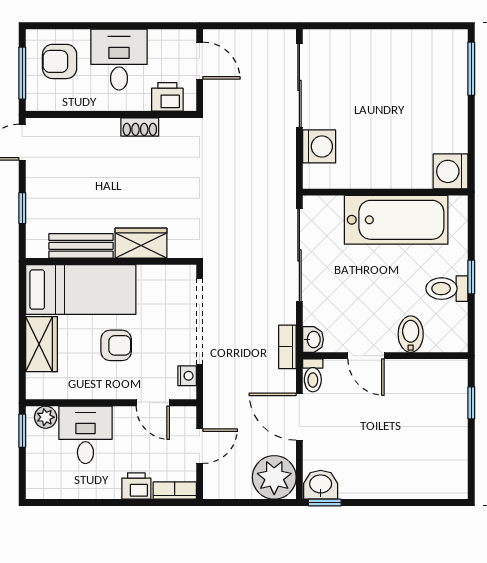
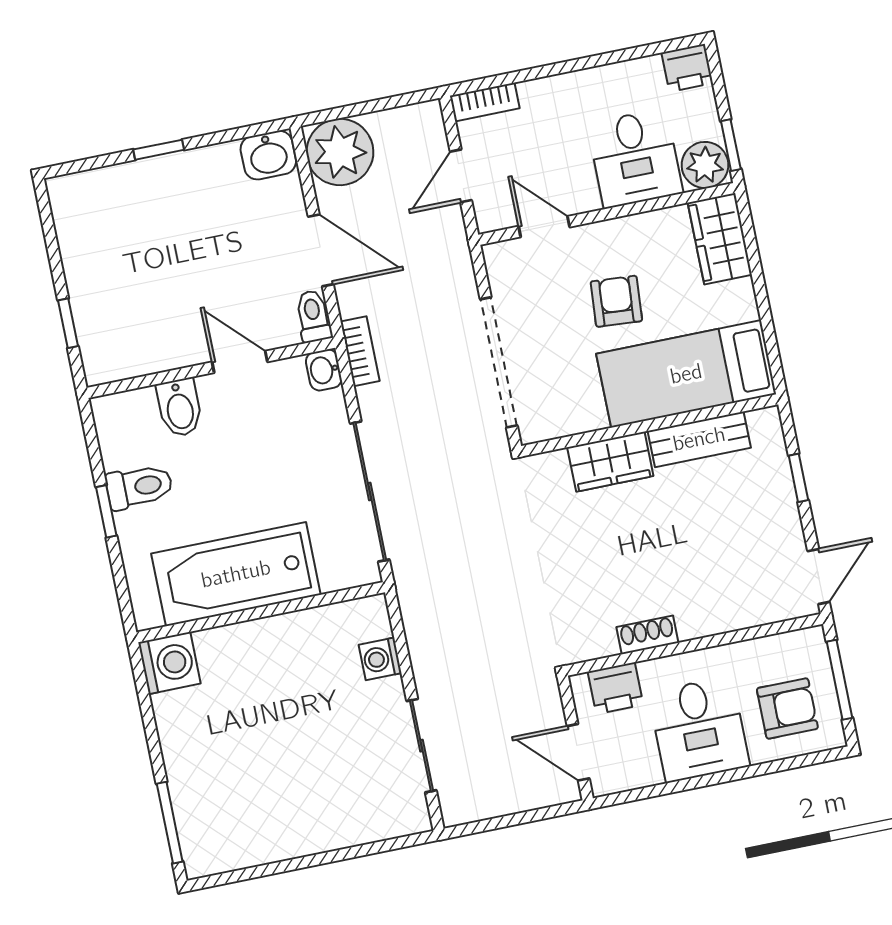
sliding door: (299, 85) -> (421, 746), width x0.73
washing machine: (319, 146) -> (380, 659), width x0.73, depth x0.73
wardrobe: (41, 344) -> (720, 239), moved
armchair: (116, 345) -> (616, 301), turned 94
nightstand: (187, 376) -> (501, 277), removed
plant: (46, 417) -> (705, 165), width x1.38, depth x1.38
printer: (136, 486) -> (687, 68), moved
window: (325, 503) -> (159, 150), moved

